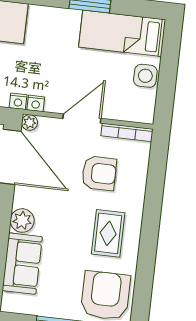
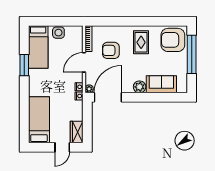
door: (82, 118) -> (84, 62), hinge flipped
armchair: (99, 173) -> (111, 50), turned -90
rug: (108, 233) -> (141, 42), turned 90

